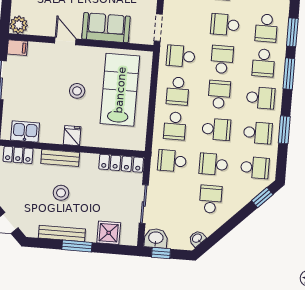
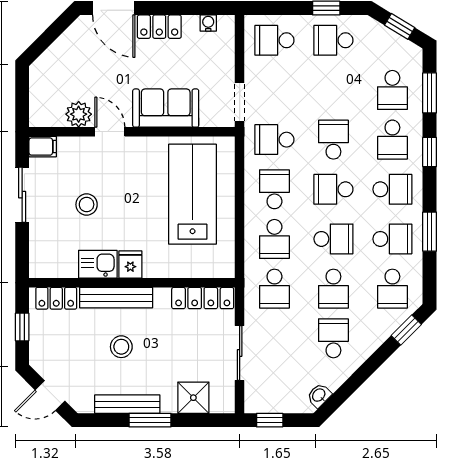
plant: (19, 25) -> (79, 114), moved
school desk: (225, 25) -> (333, 90), removed
window: (289, 74) -> (430, 152), width x0.67
stool: (77, 91) -> (87, 205), moved
school desk: (178, 91) -> (274, 189), turned 180
school desk: (219, 94) -> (333, 189), turned -90
kitchen sink: (25, 131) -> (98, 264), moved
bench: (60, 158) -> (116, 298), width x1.36
school desk: (172, 161) -> (274, 289), turned -90
school desk: (213, 164) -> (333, 289), turned -90
school desk: (255, 168) -> (392, 289), turned 90
washbasin: (156, 238) -> (261, 400), removed

